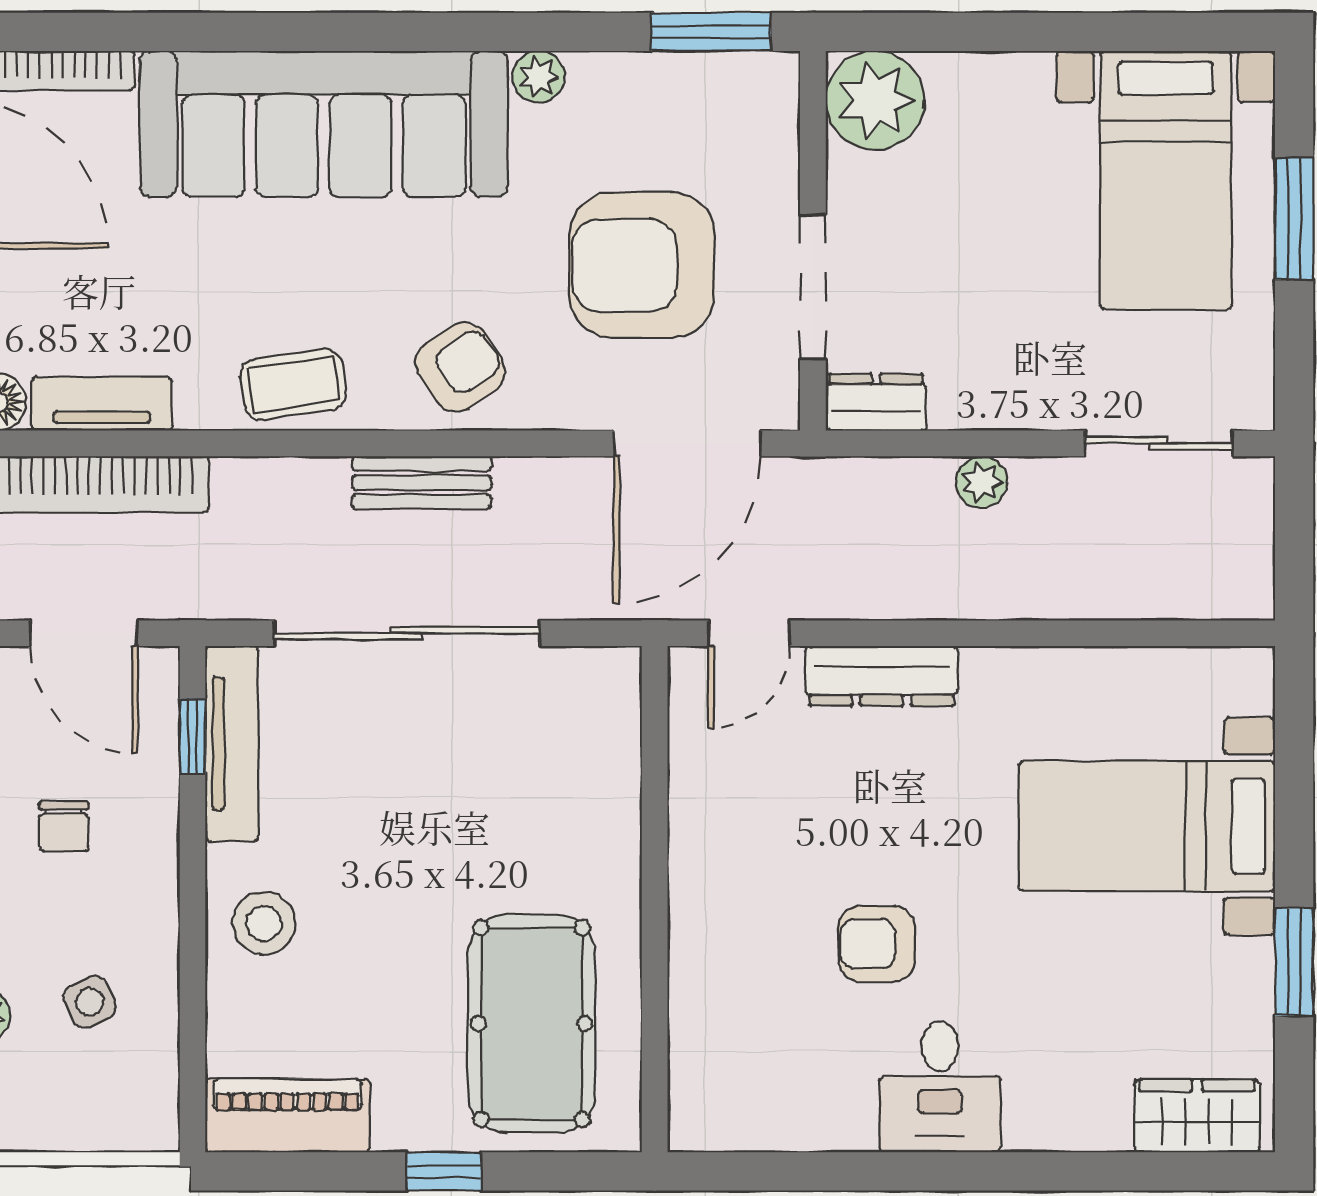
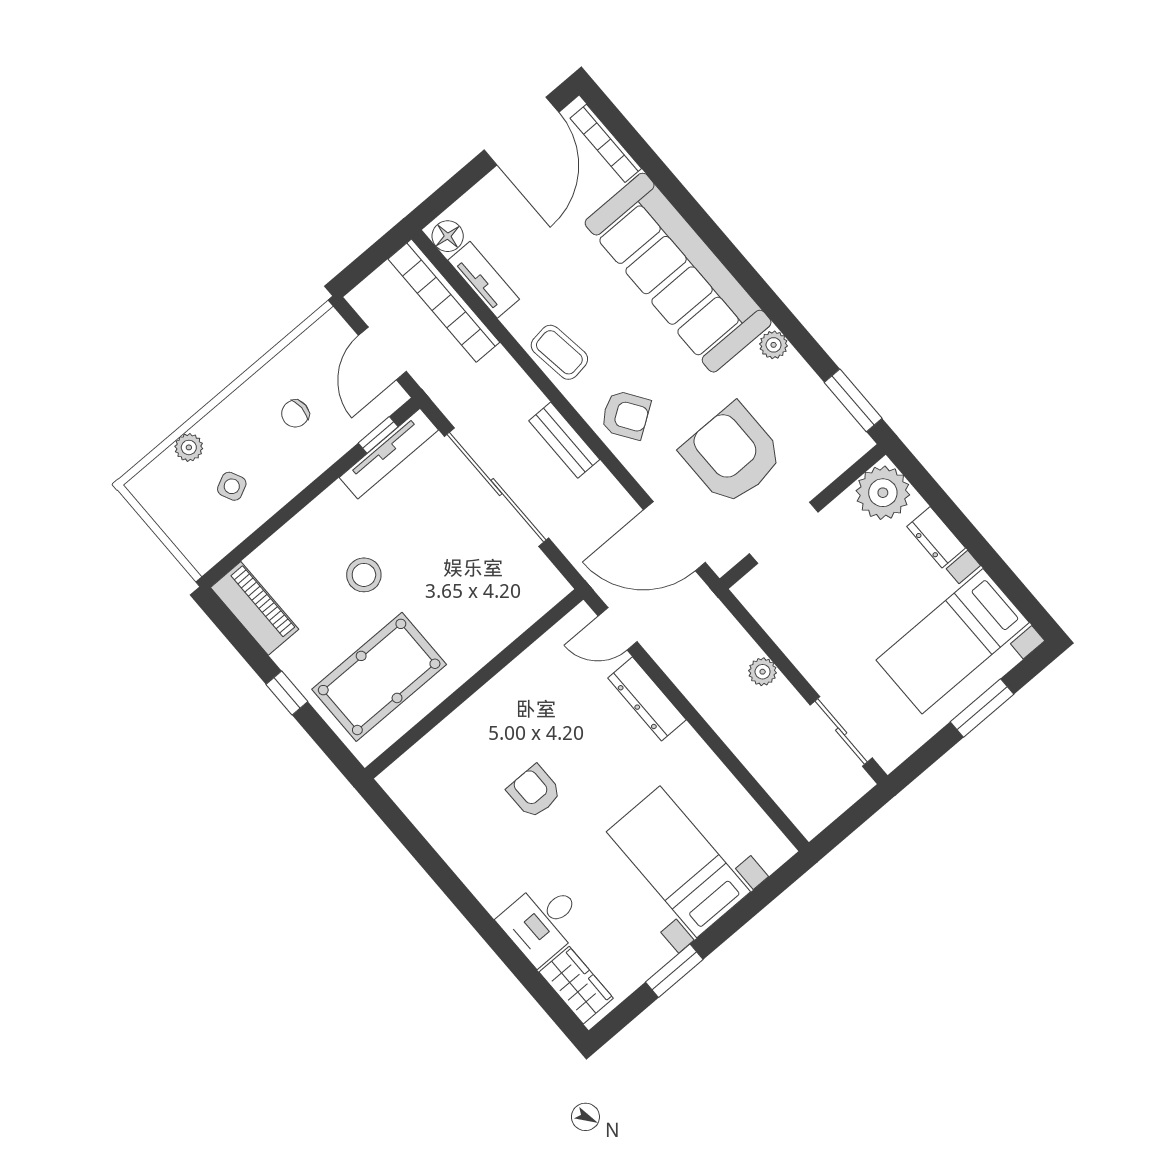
dresser: (876, 402) -> (936, 537), moved, turned 180
stool: (264, 923) -> (364, 575), moved
desk: (940, 1087) -> (543, 922), moved

